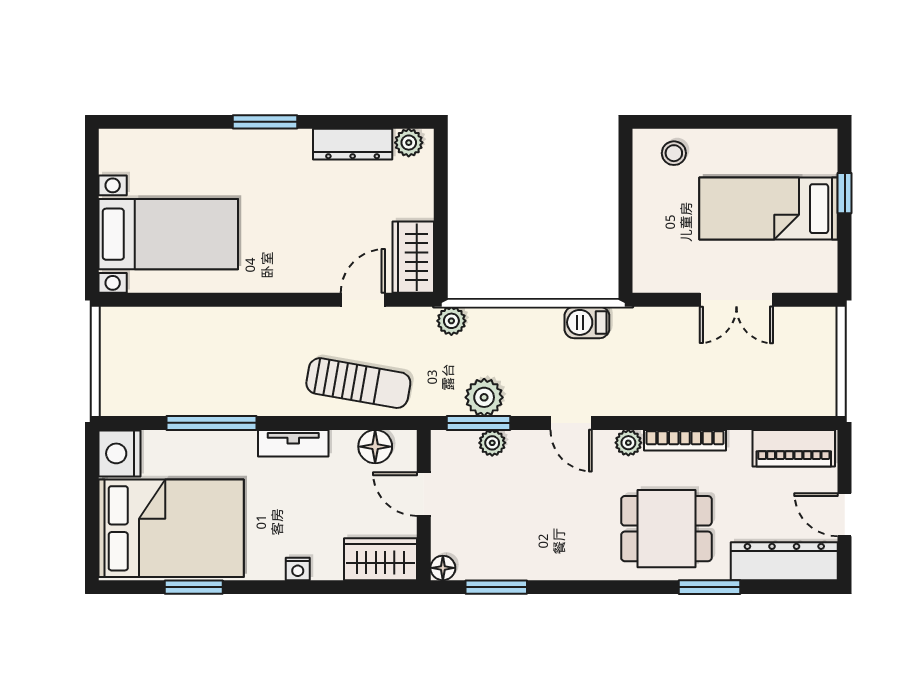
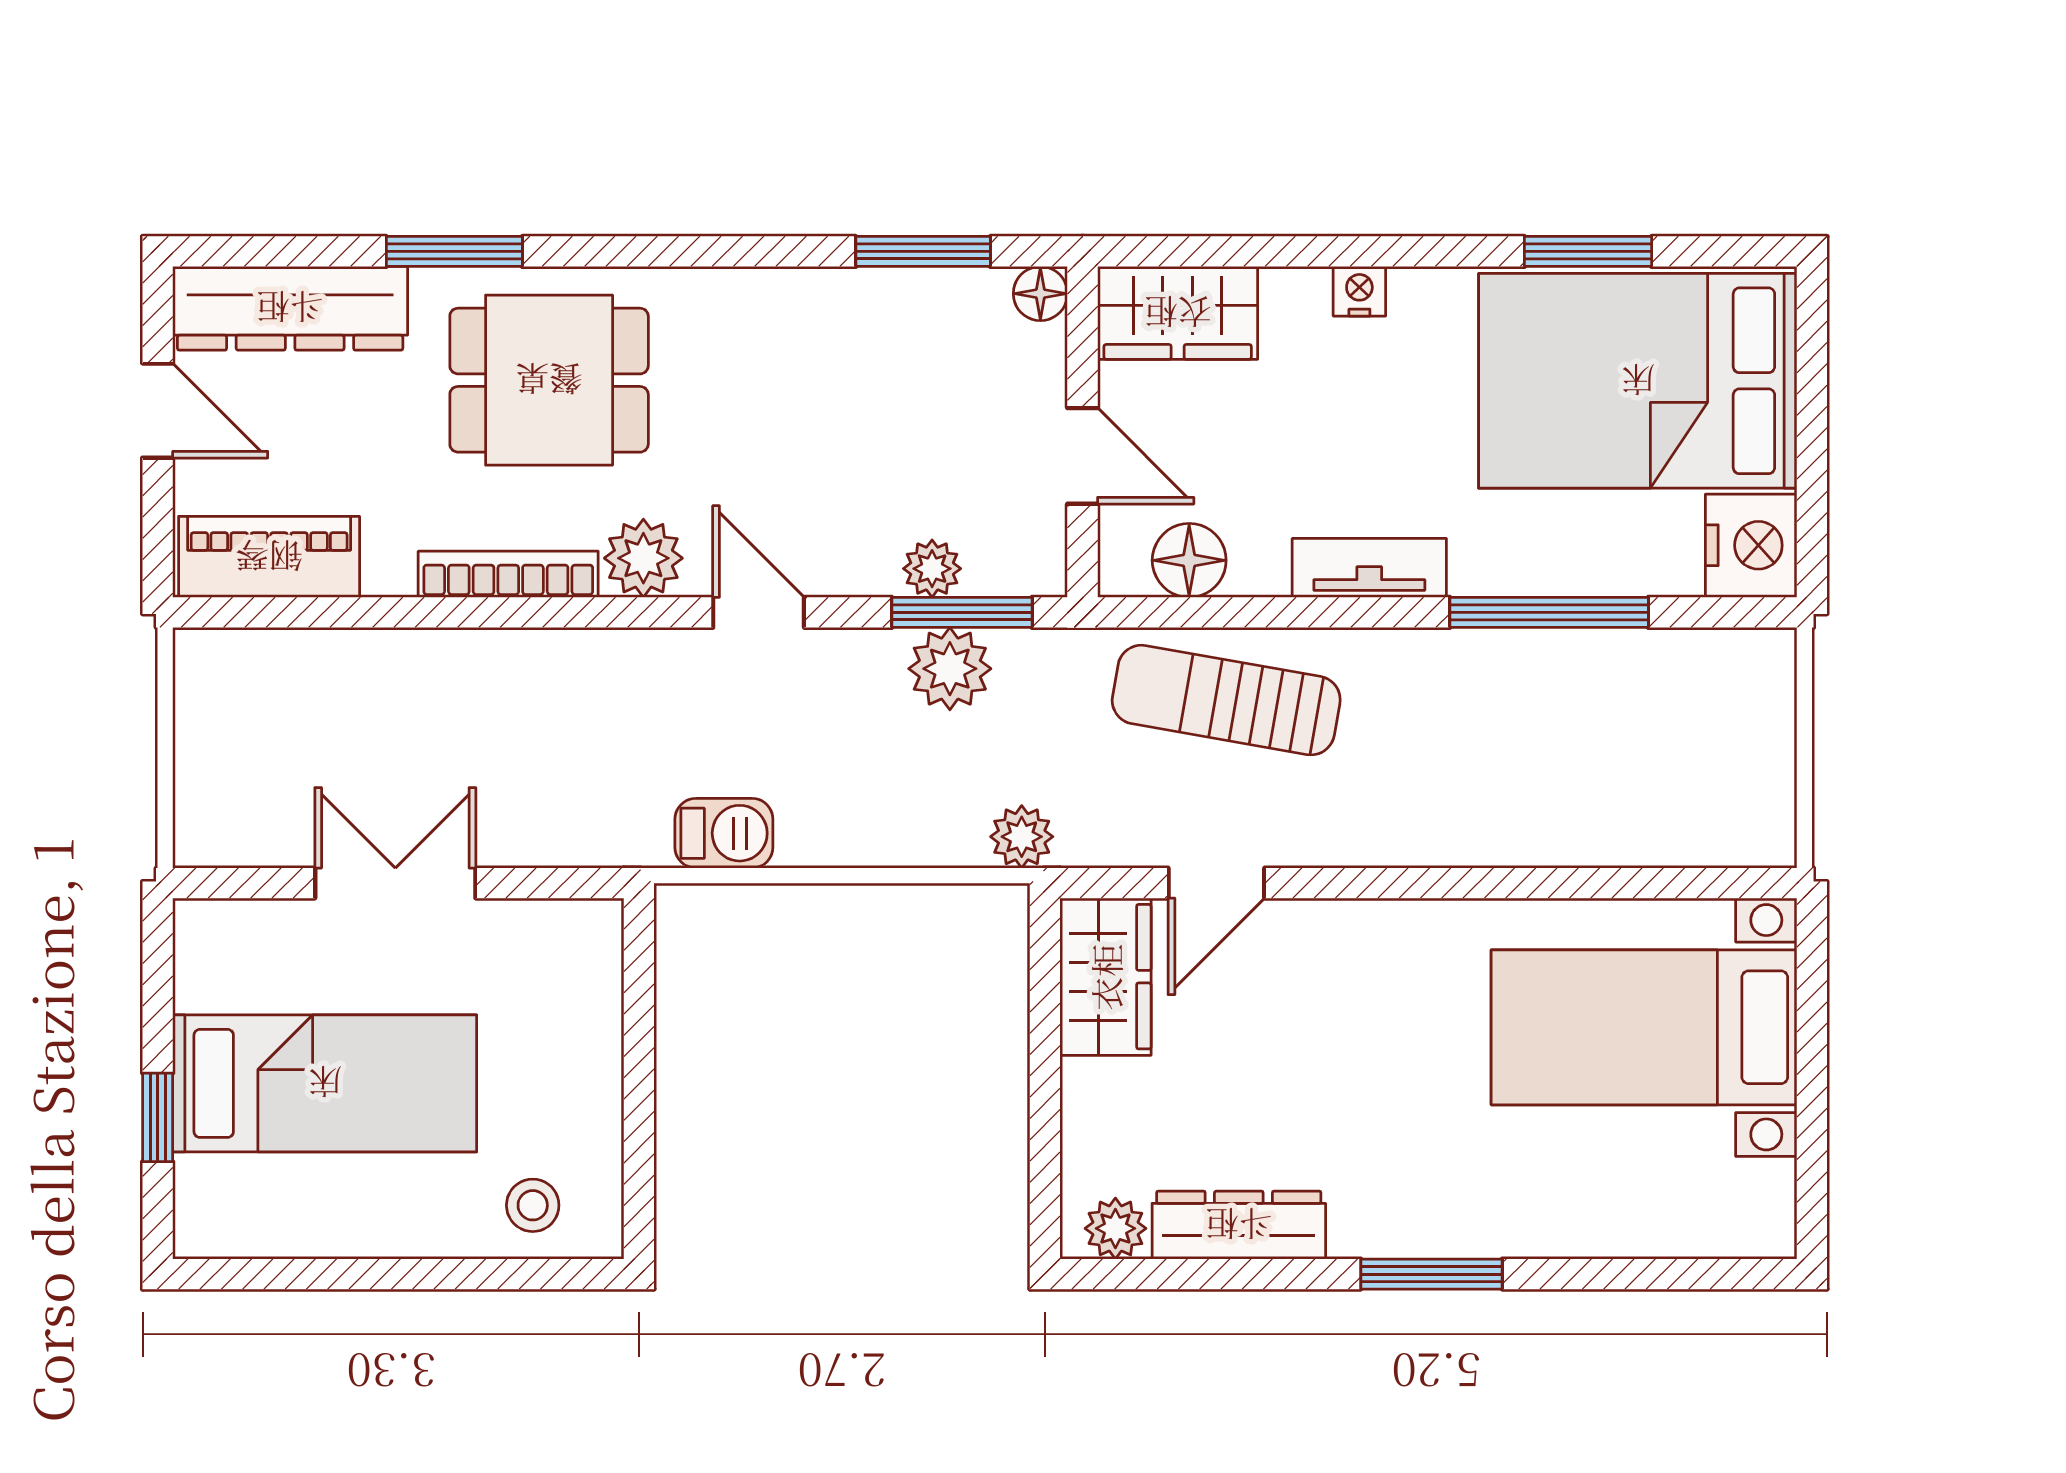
plant: (628, 443) -> (643, 558), width x1.38, depth x1.38

